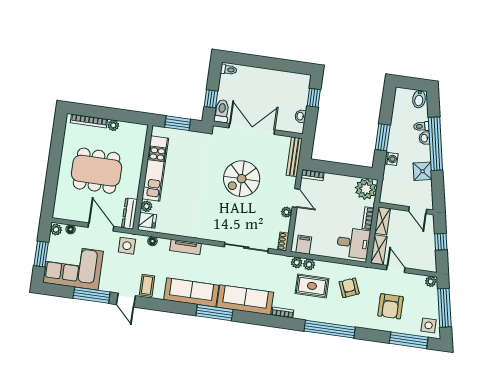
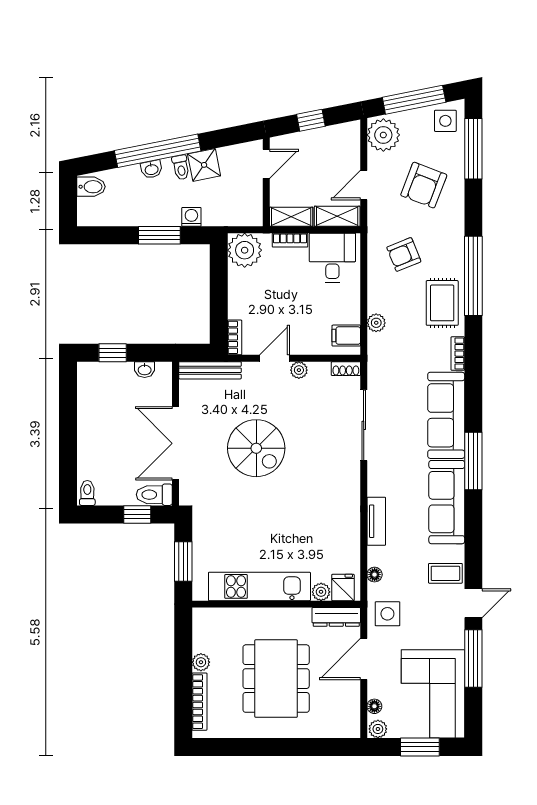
toilet: (421, 126) -> (181, 167), moved
plant: (297, 263) -> (376, 343), removed
plant: (431, 281) -> (383, 135), width x1.88, depth x1.88
rug: (312, 286) -> (442, 303), moved
armchair: (391, 306) -> (424, 185), turned 111

